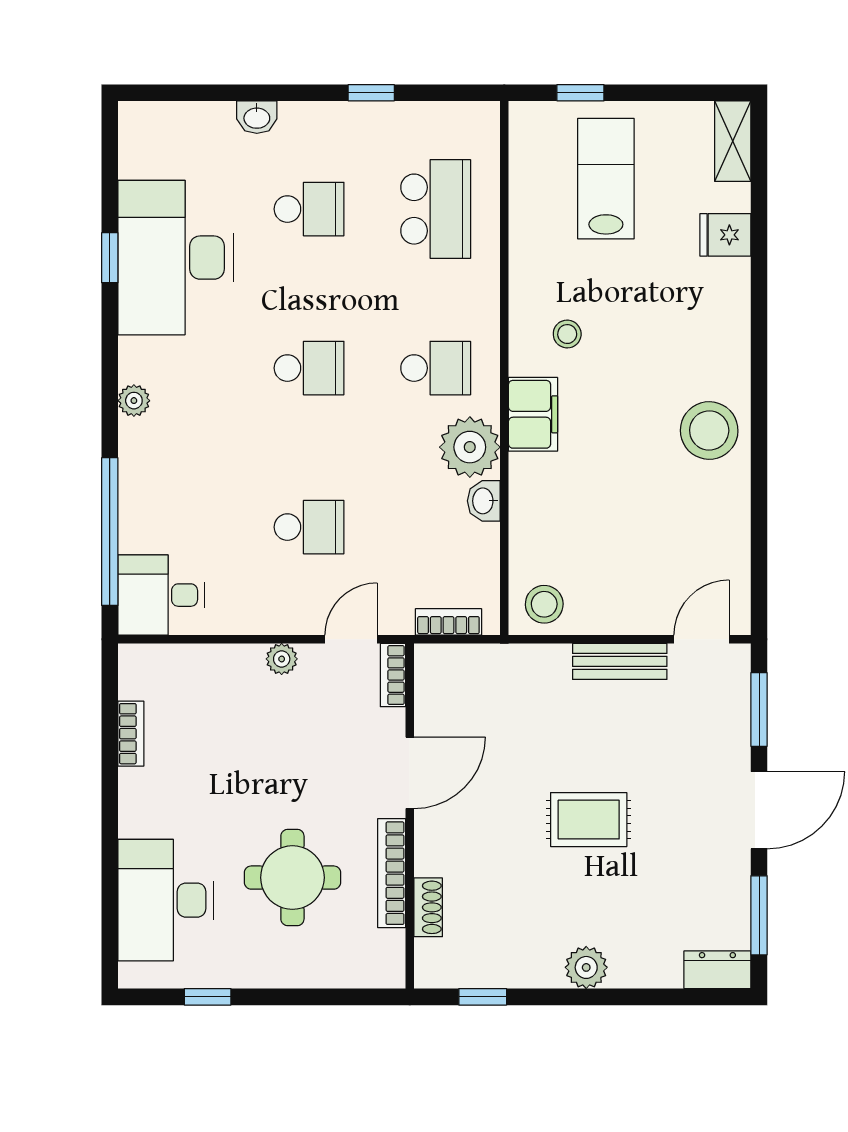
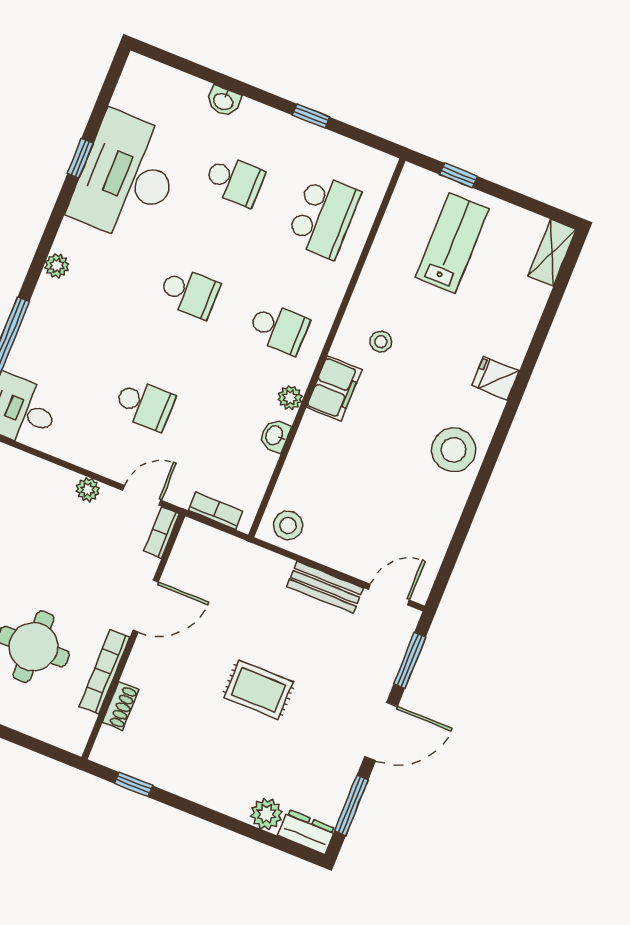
fridge: (725, 235) -> (496, 378), moved
plant: (470, 447) -> (290, 398), width x0.53, depth x0.53
plant: (586, 967) -> (267, 814), moved

